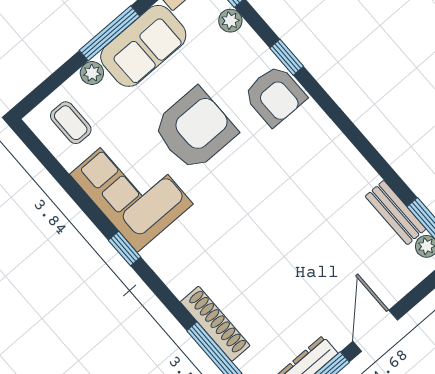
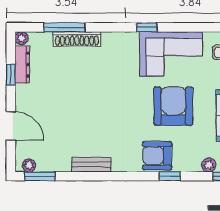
armchair: (195, 129) -> (173, 106), turned 180
bench: (396, 213) -> (91, 165), moved
door: (375, 331) -> (11, 126), moved

